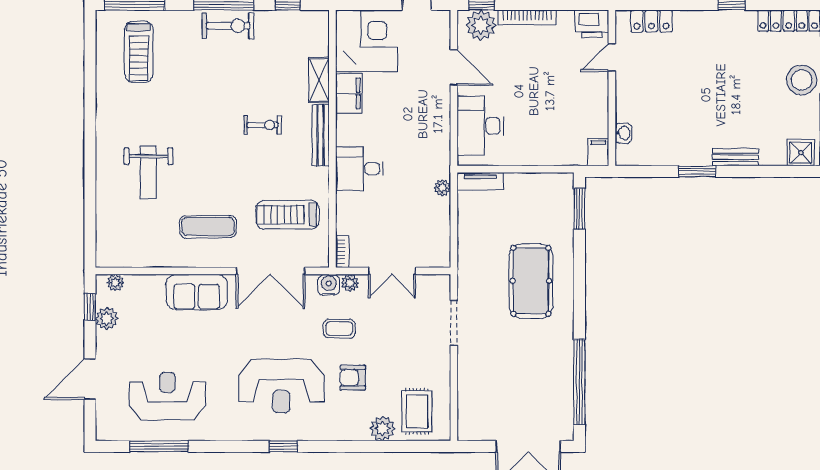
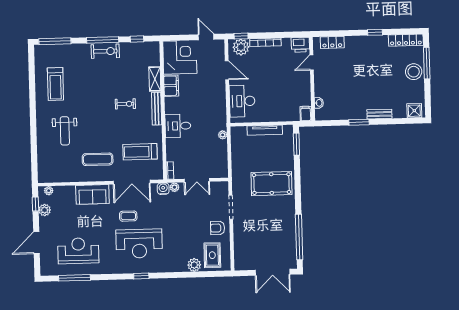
treadmill: (139, 52) -> (55, 84), moved
tv unit: (480, 181) -> (265, 130), moved, width x1.41
pool table: (531, 281) -> (271, 184), turned 90
coffee table: (339, 329) -> (128, 216), moved
armchair: (353, 378) -> (218, 228), moved

